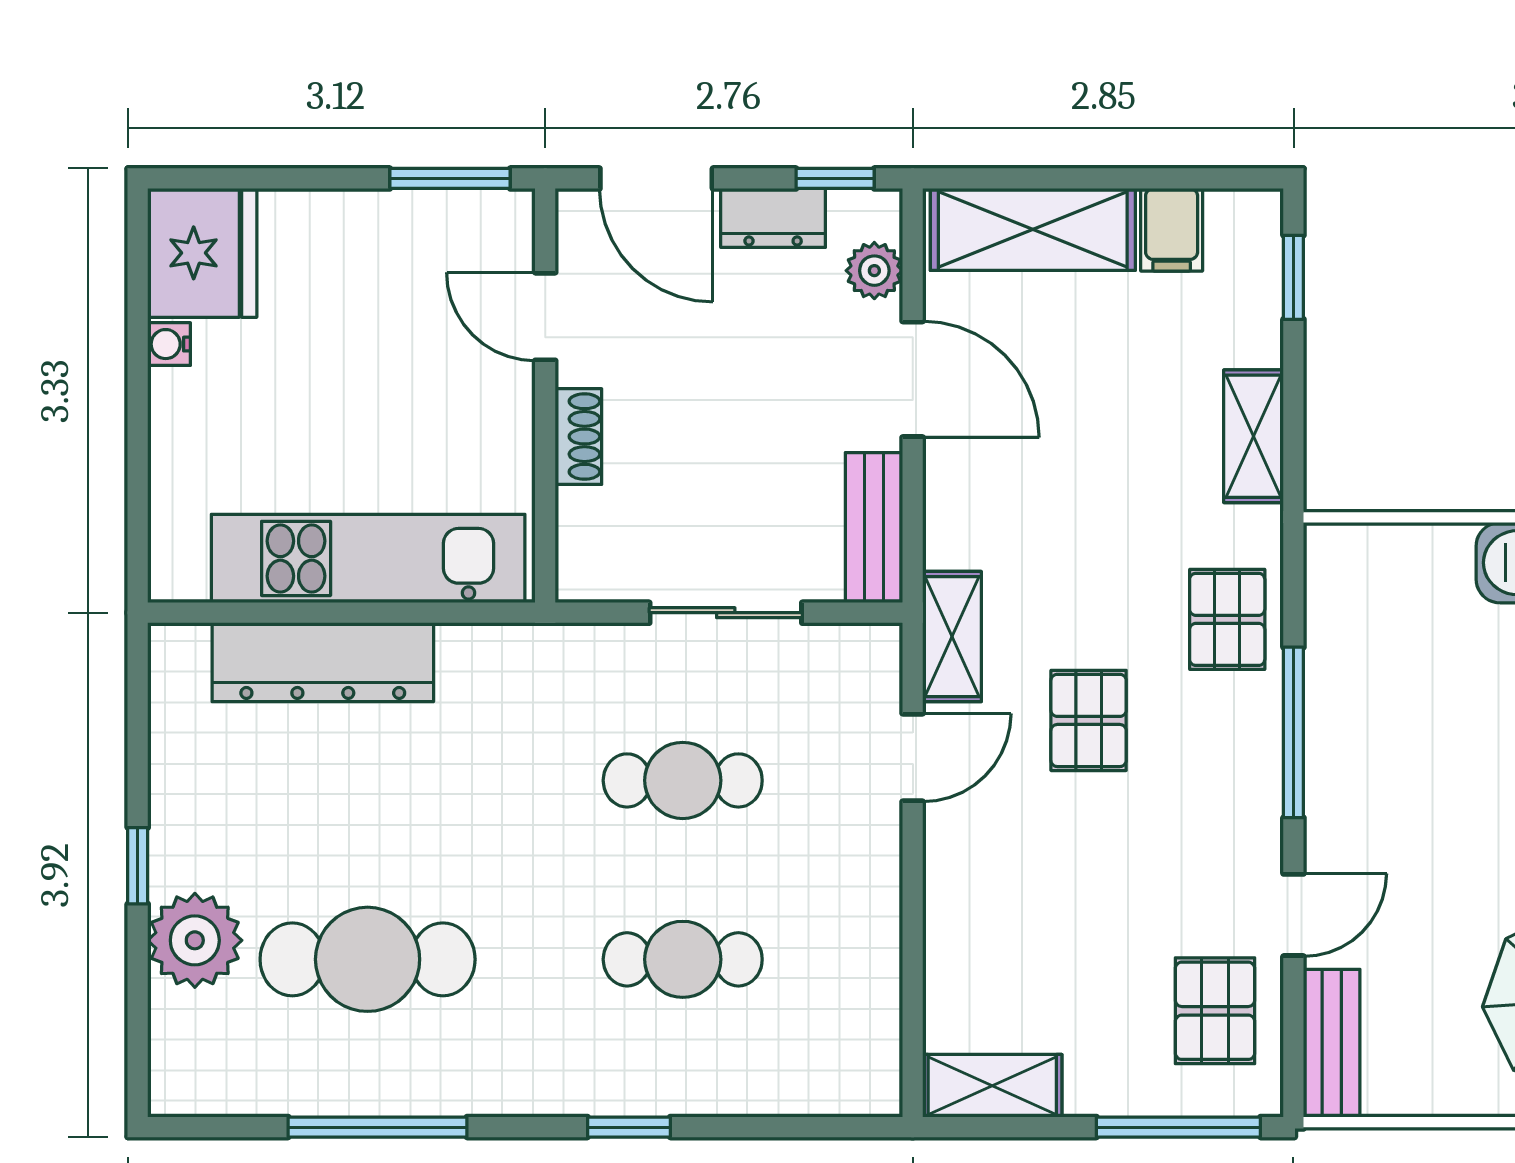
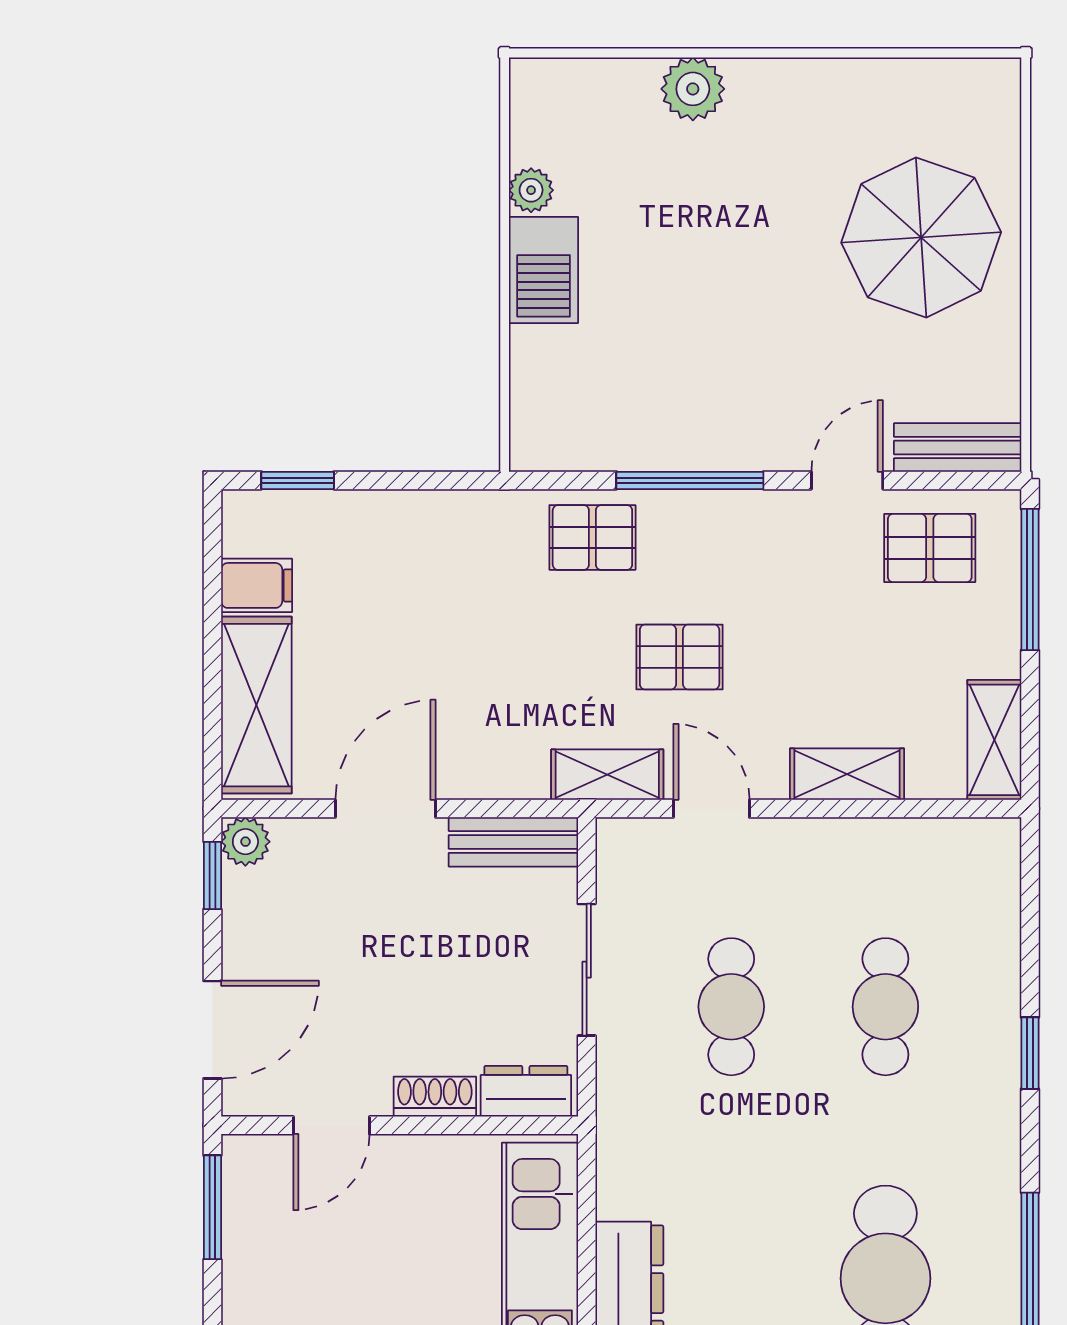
dresser: (773, 218) -> (526, 1091), moved, turned -90
plant: (874, 271) -> (245, 842), moved
shelving: (1254, 436) -> (847, 774), moved
door: (1293, 915) -> (847, 480), hinge flipped

